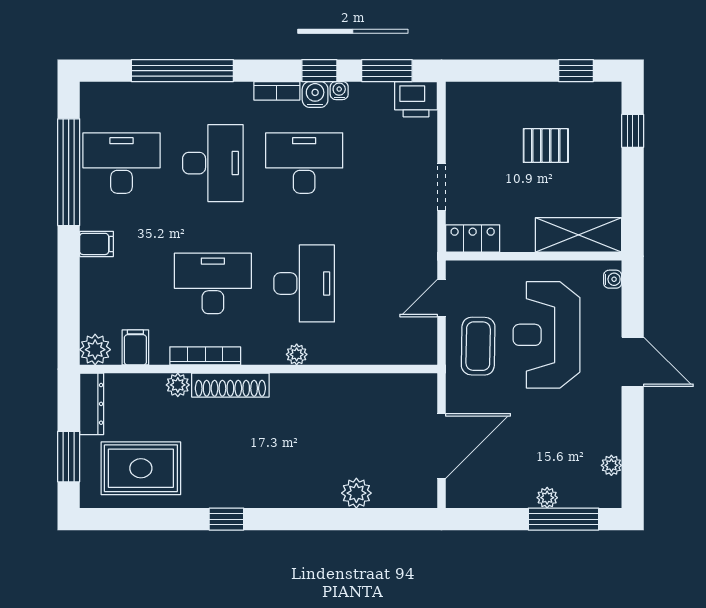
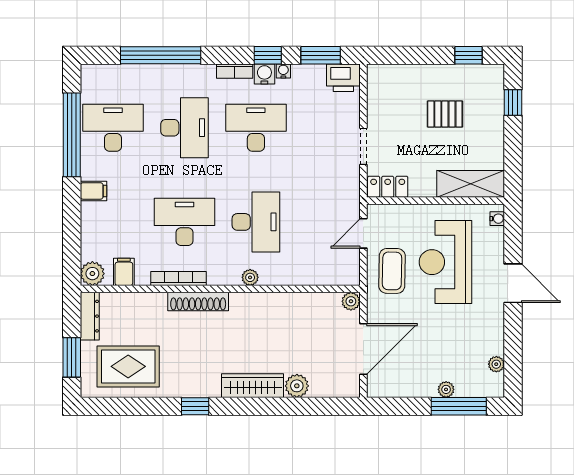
plant: (178, 385) -> (351, 301), moved
wardrobe: (300, 493) -> (253, 386), added

